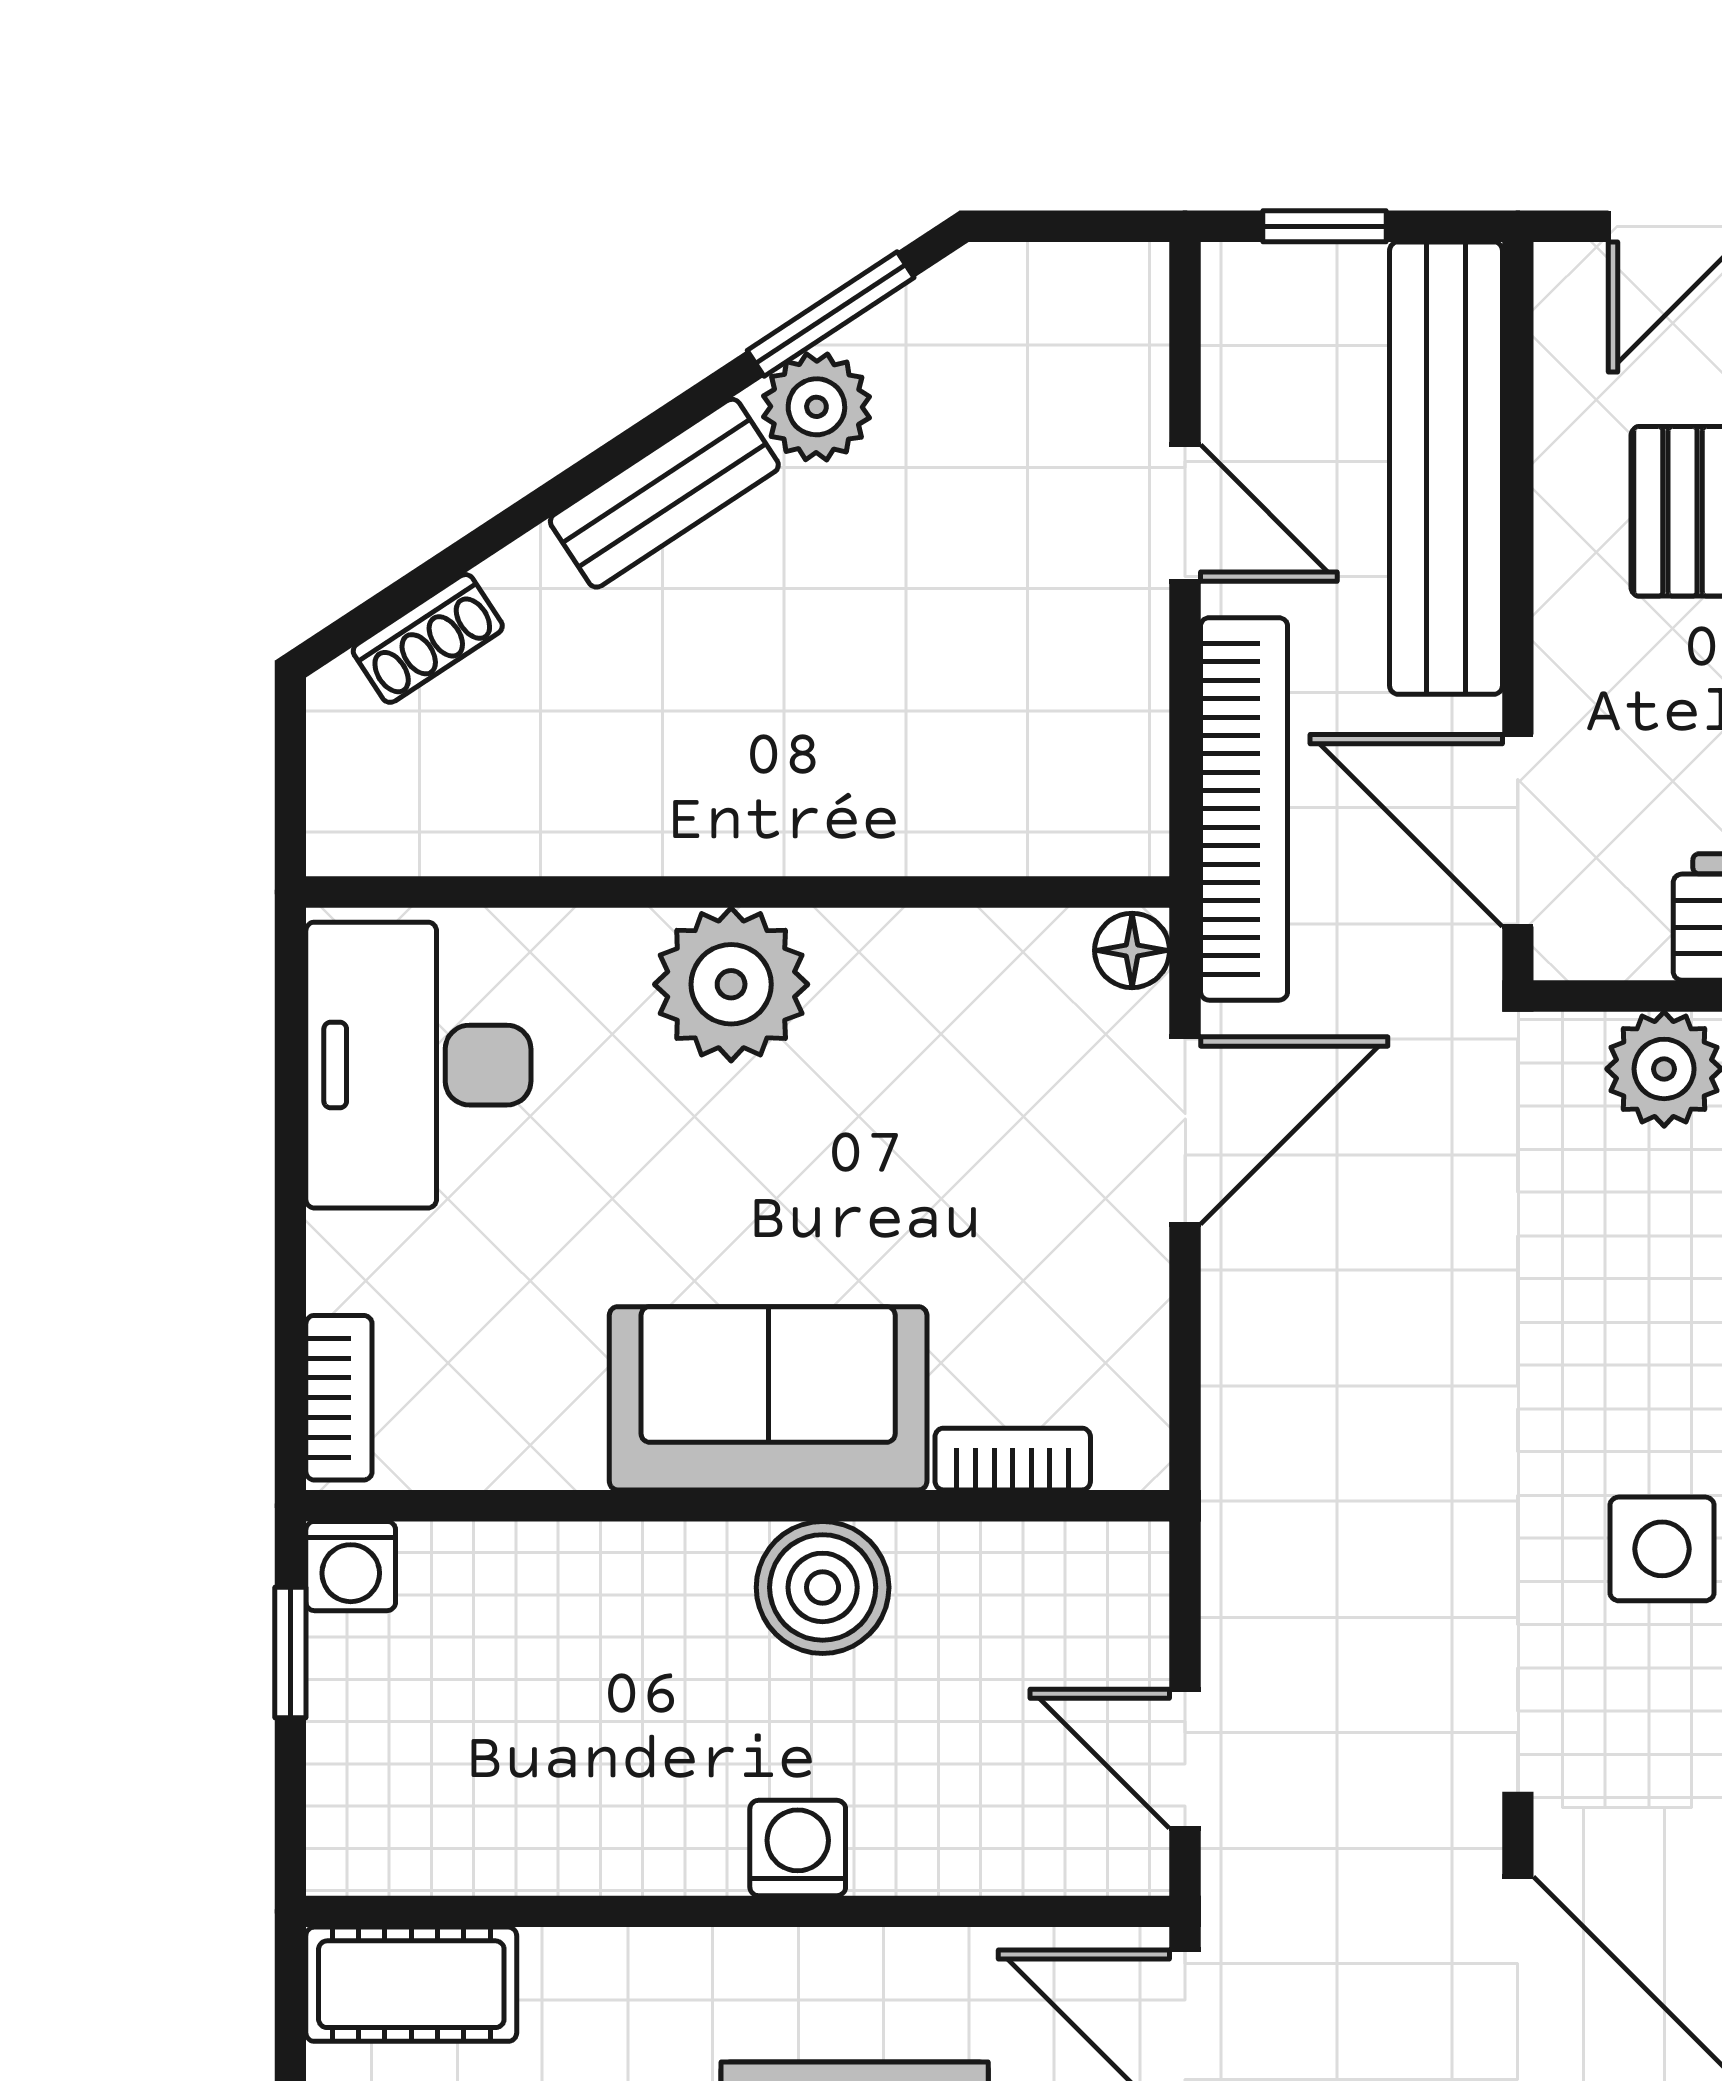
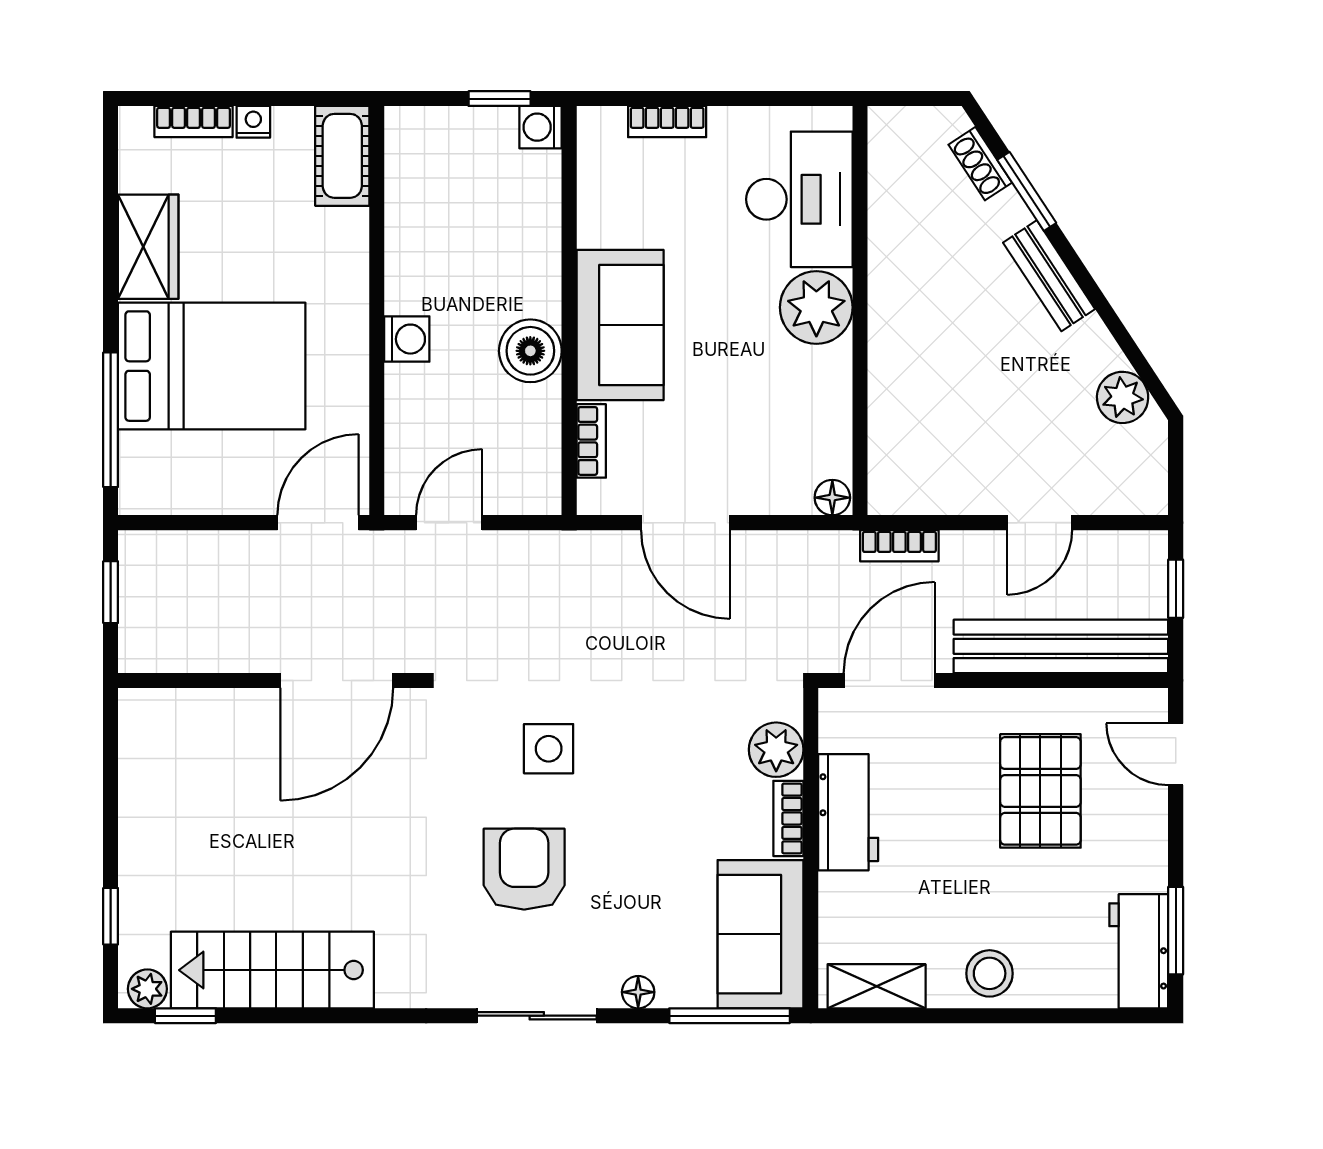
window: (831, 314) -> (1027, 191), moved
plant: (816, 407) -> (1123, 397), moved
bookcase: (1244, 809) -> (899, 546), width x0.43, depth x0.76
desk: (418, 1065) -> (799, 199), moved, turned 90
door: (1185, 1130) -> (685, 523), moved
bookcase: (339, 1398) -> (667, 122), moved

